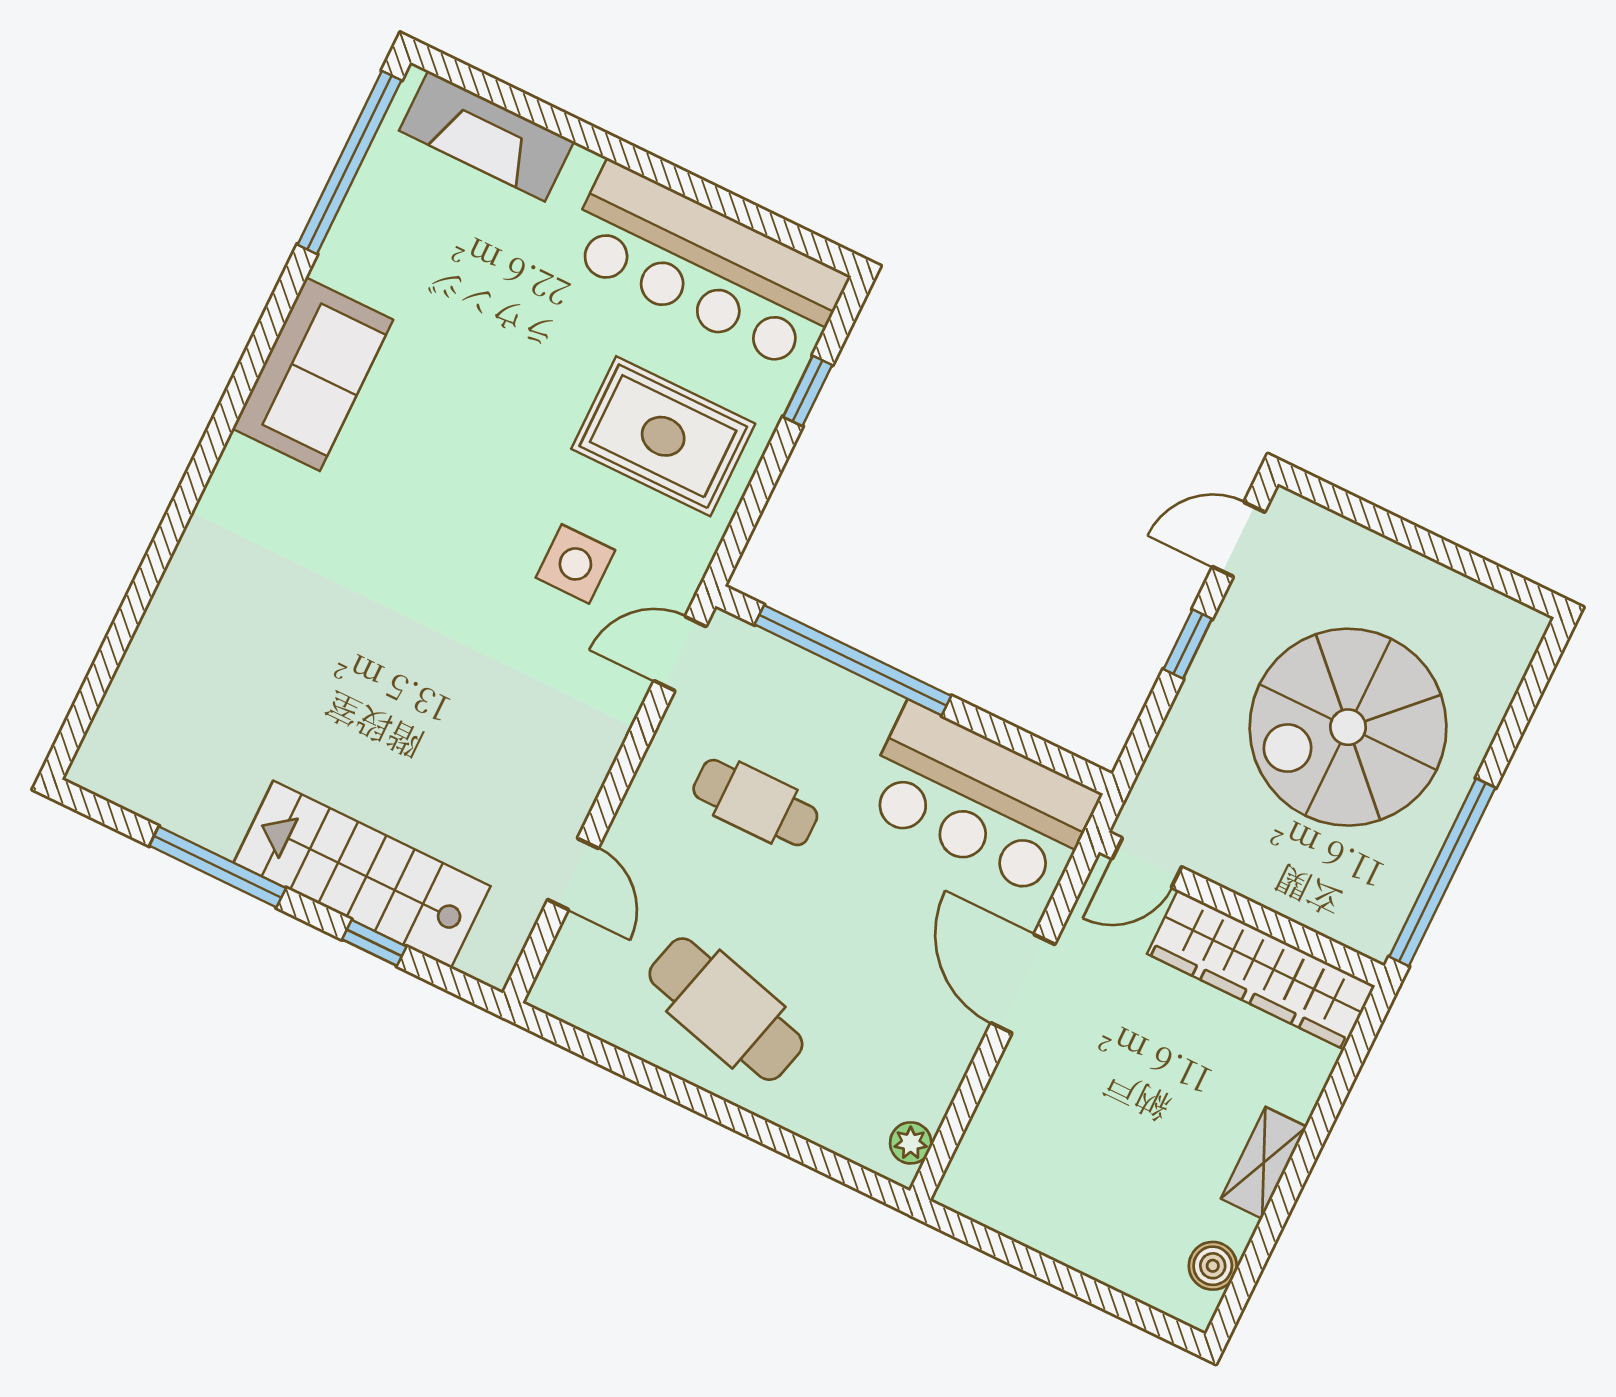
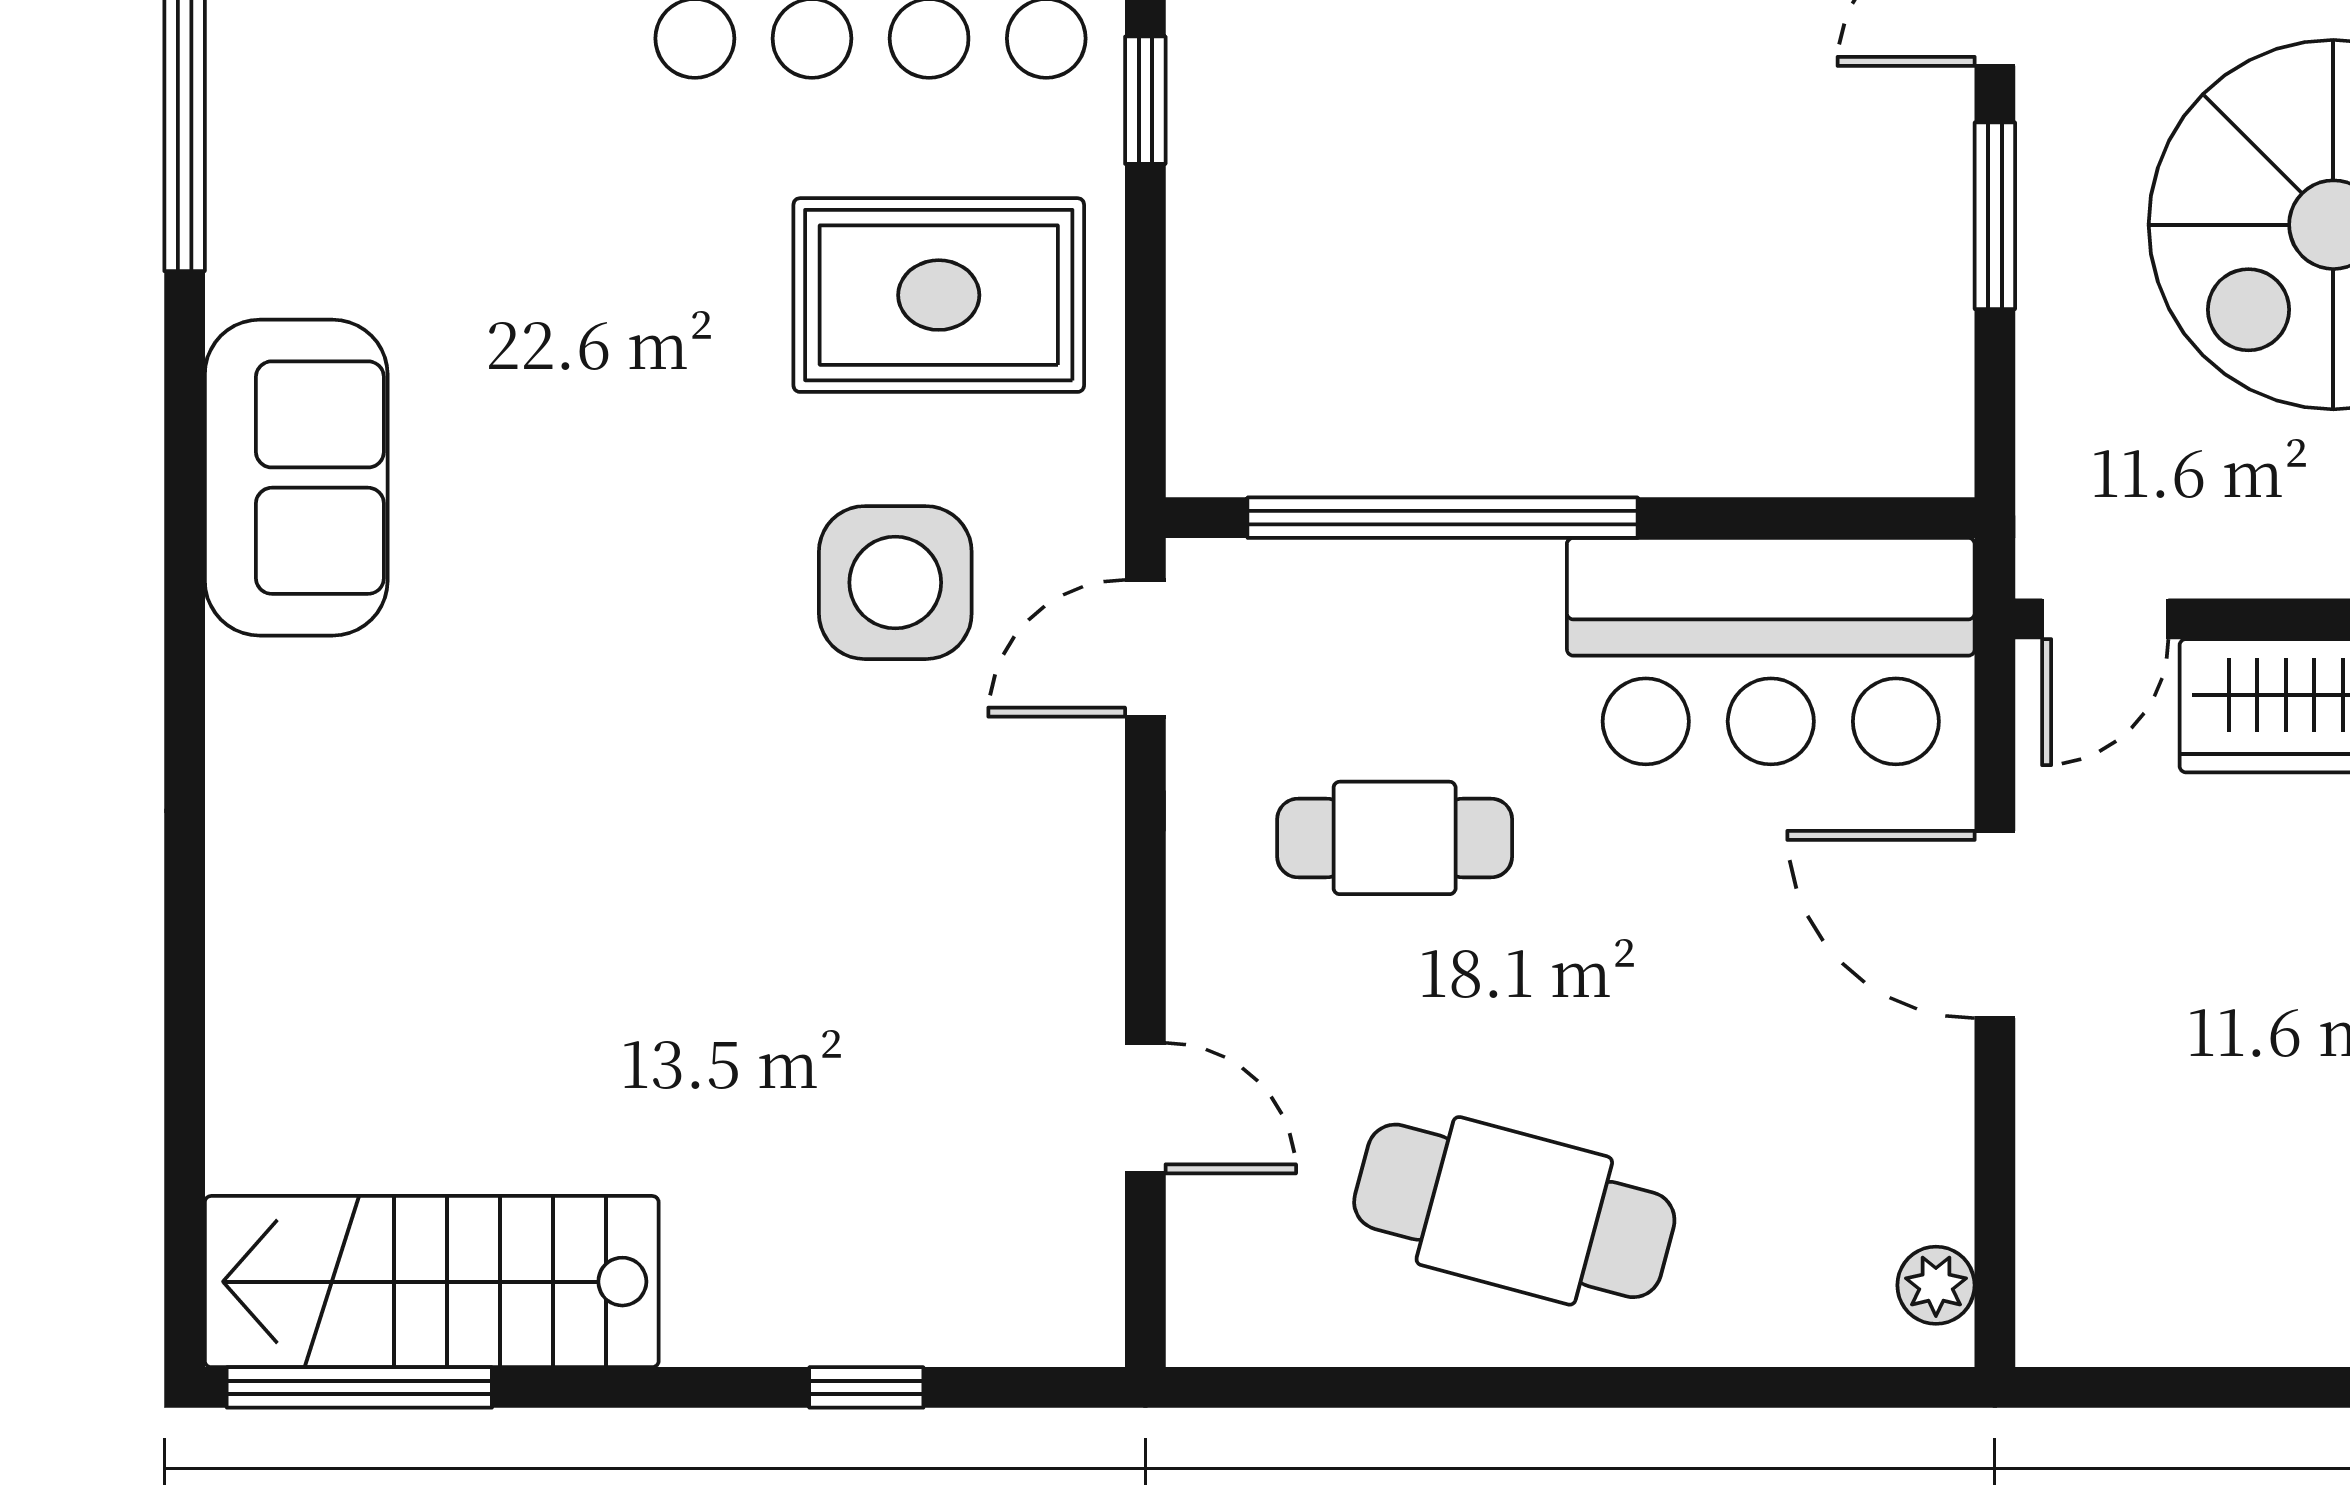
side table: (575, 564) -> (895, 583), width x1.37, depth x1.37
window: (1188, 644) -> (1995, 216), width x1.50
window: (218, 867) -> (359, 1387), moved
stairs: (362, 874) -> (432, 1282), moved

